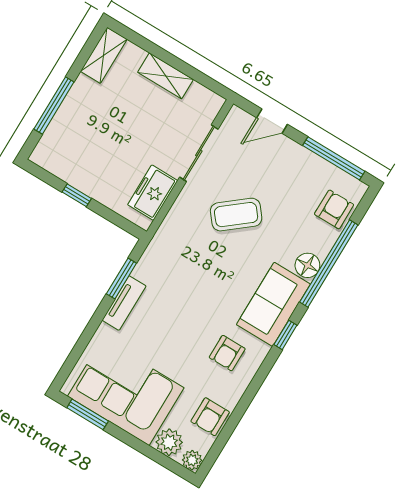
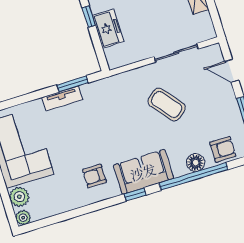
freezer: (153, 193) -> (108, 29), moved, turned 90
floor lamp: (307, 265) -> (196, 163), moved
armchair: (210, 417) -> (54, 203), removed

